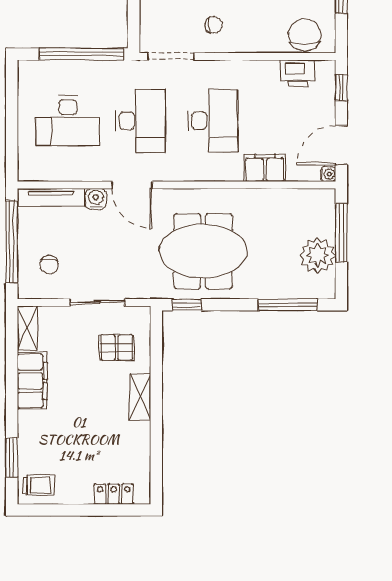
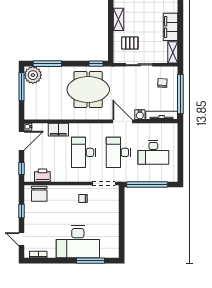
desk: (68, 121) -> (153, 152), turned 180
window: (341, 233) -> (22, 87), moved
plant: (318, 255) -> (33, 75), moved

